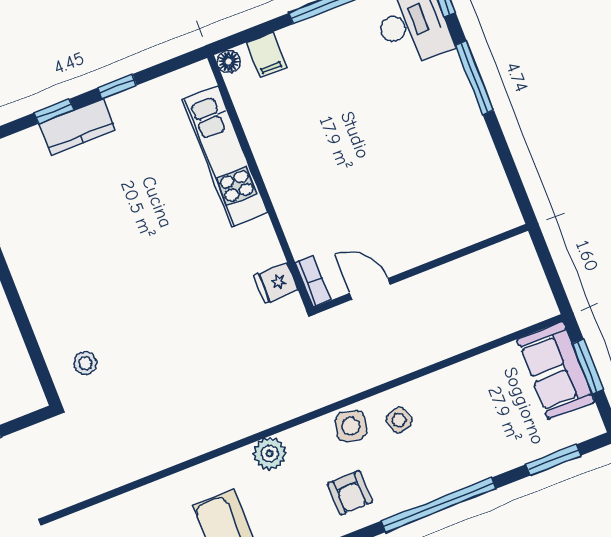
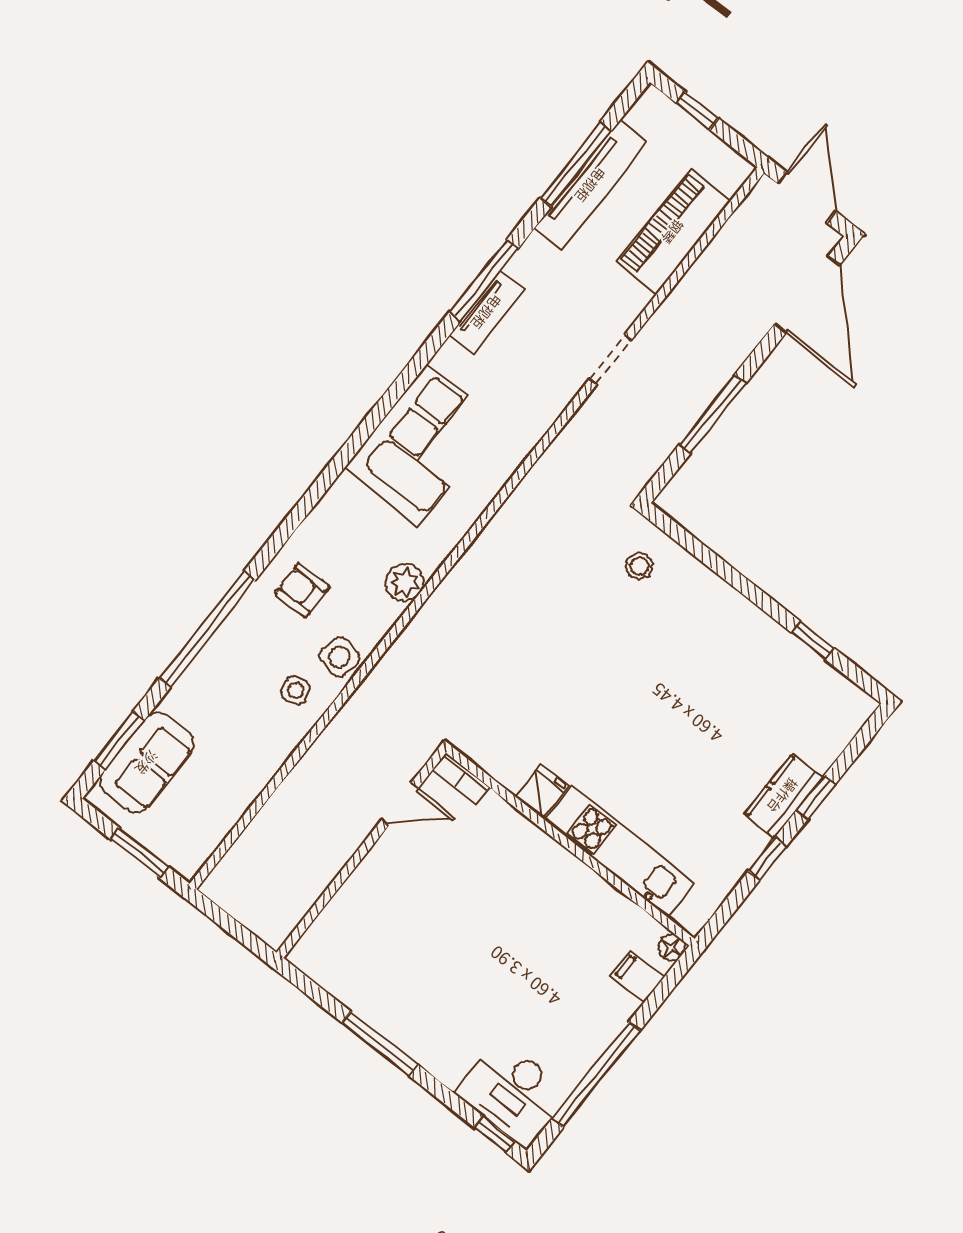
window: (475, 78) -> (380, 1044), moved
fridge: (276, 283) -> (542, 791), moved
sofa: (556, 370) -> (147, 763), moved, turned 90

